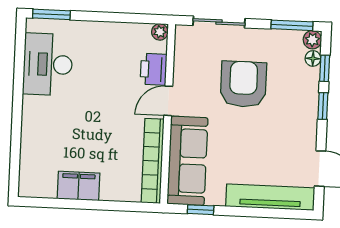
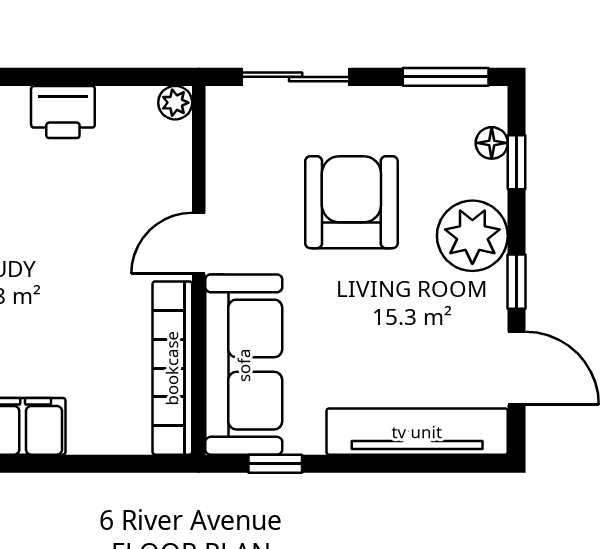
plant: (312, 40) -> (472, 236), moved, width x1.87, depth x1.87
printer: (154, 69) -> (63, 112), moved, turned -90
window: (323, 106) -> (517, 282), moved

